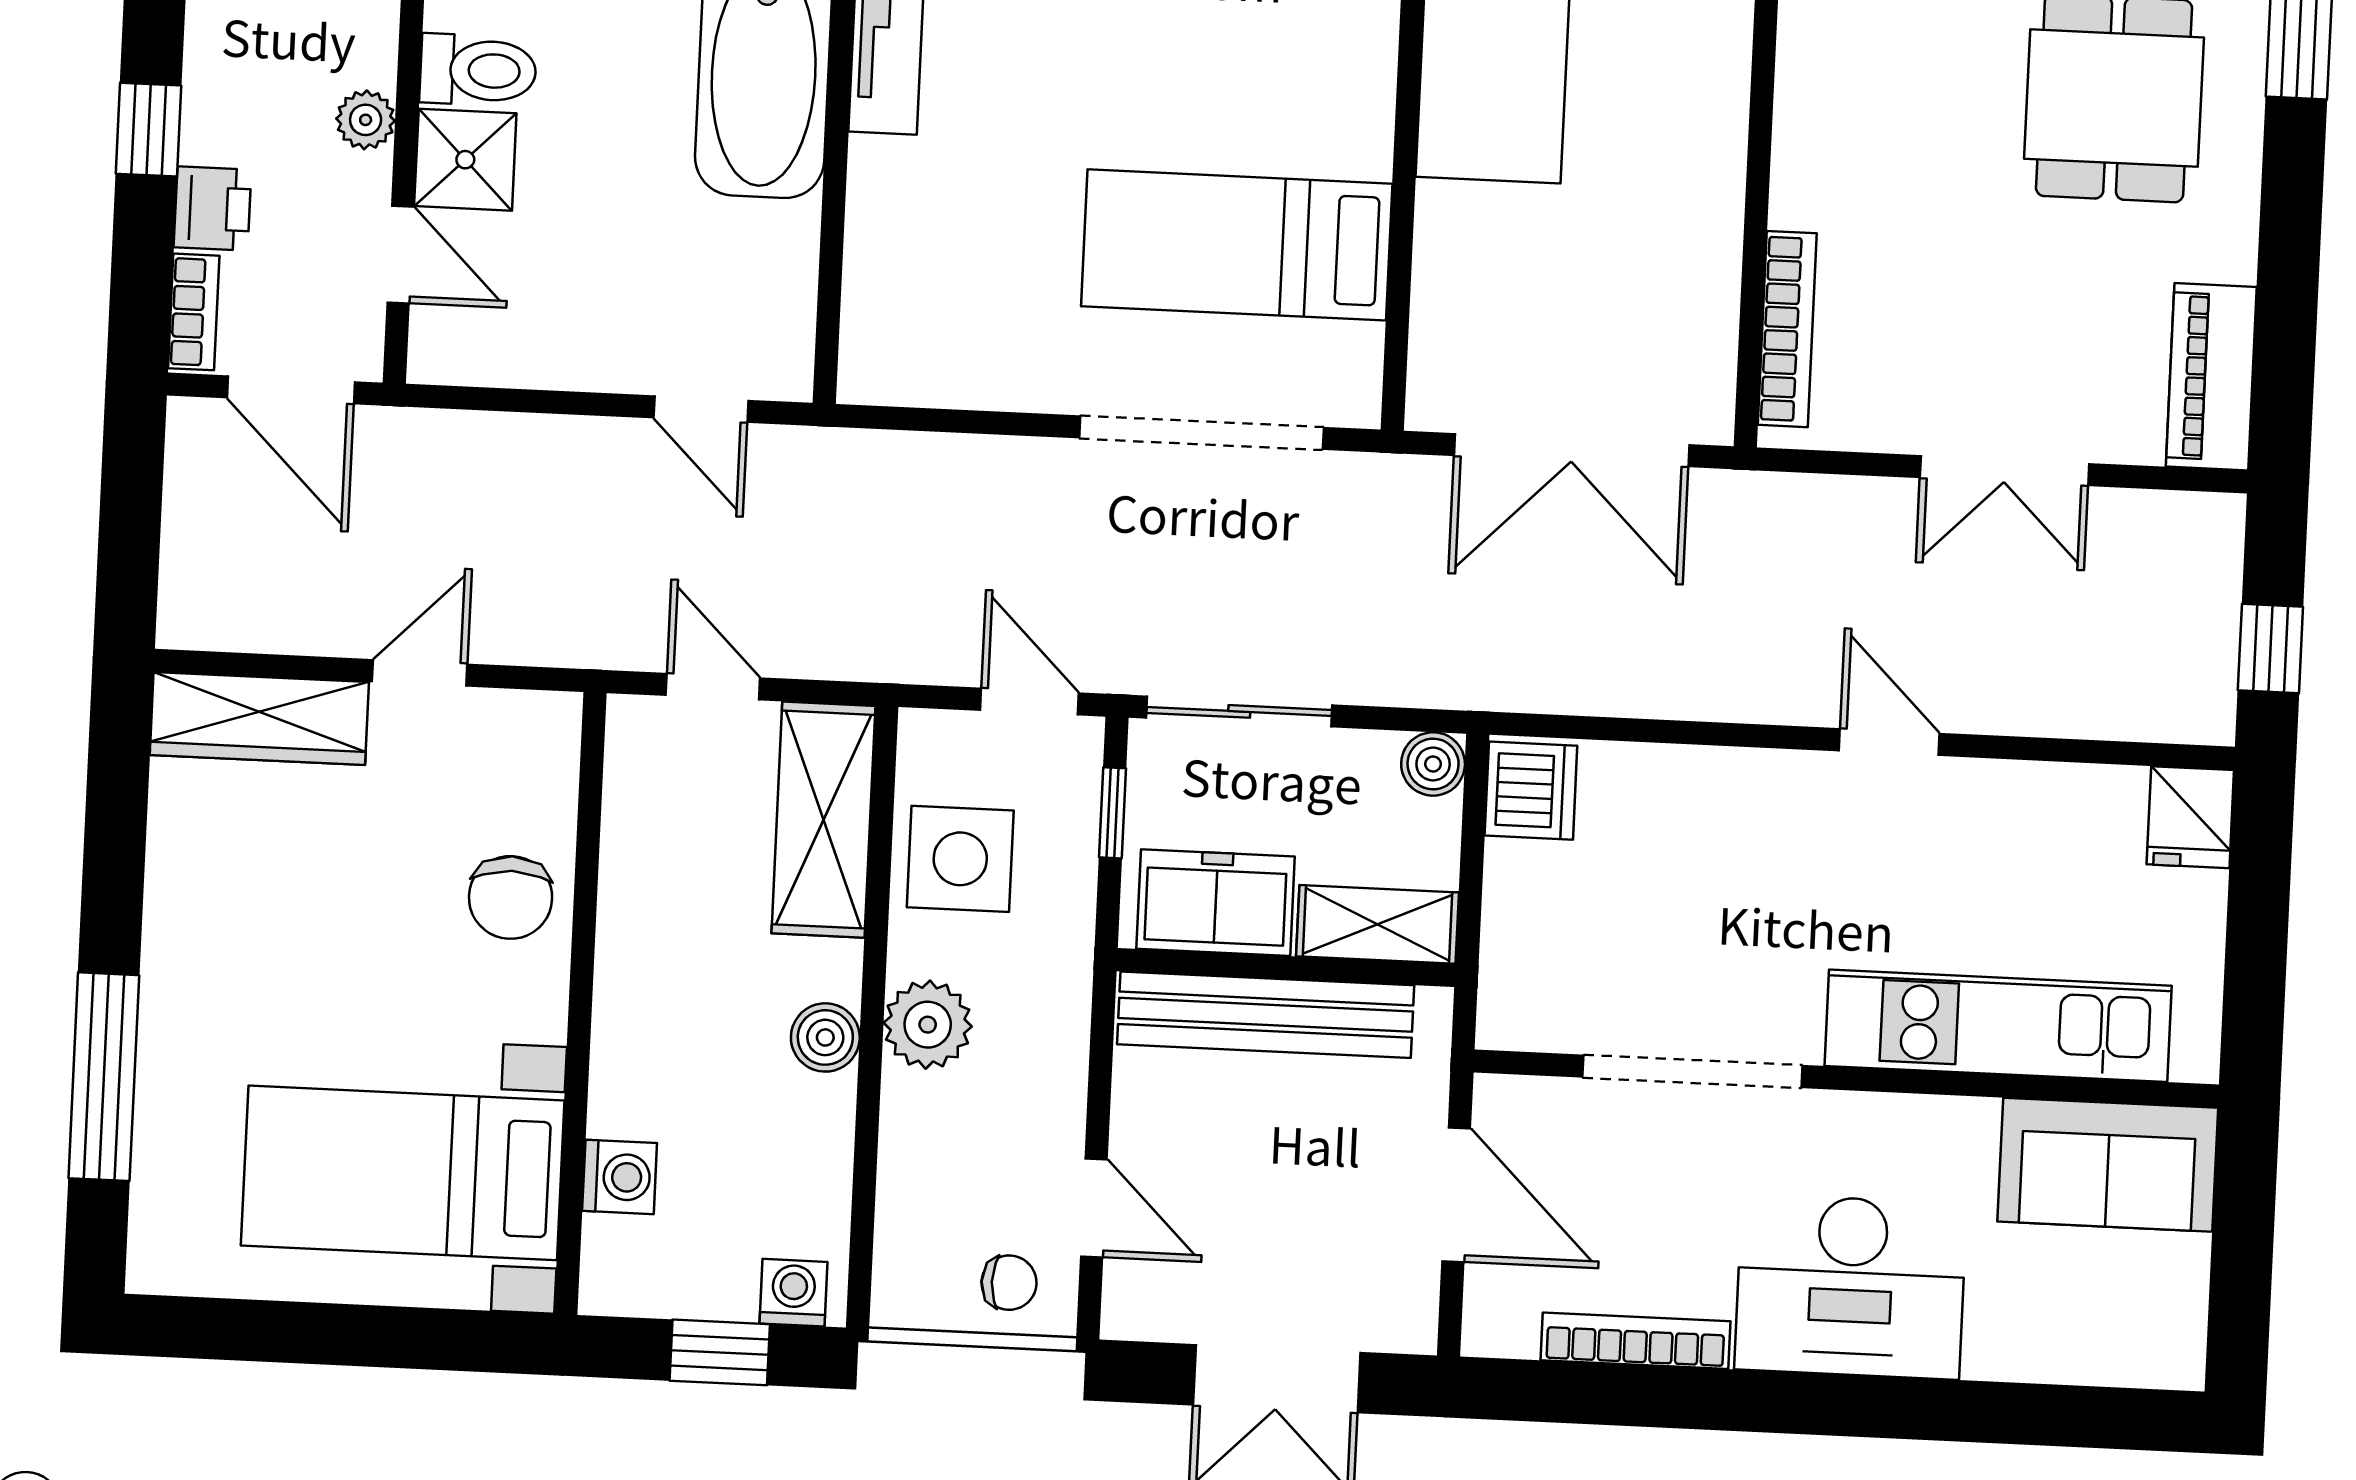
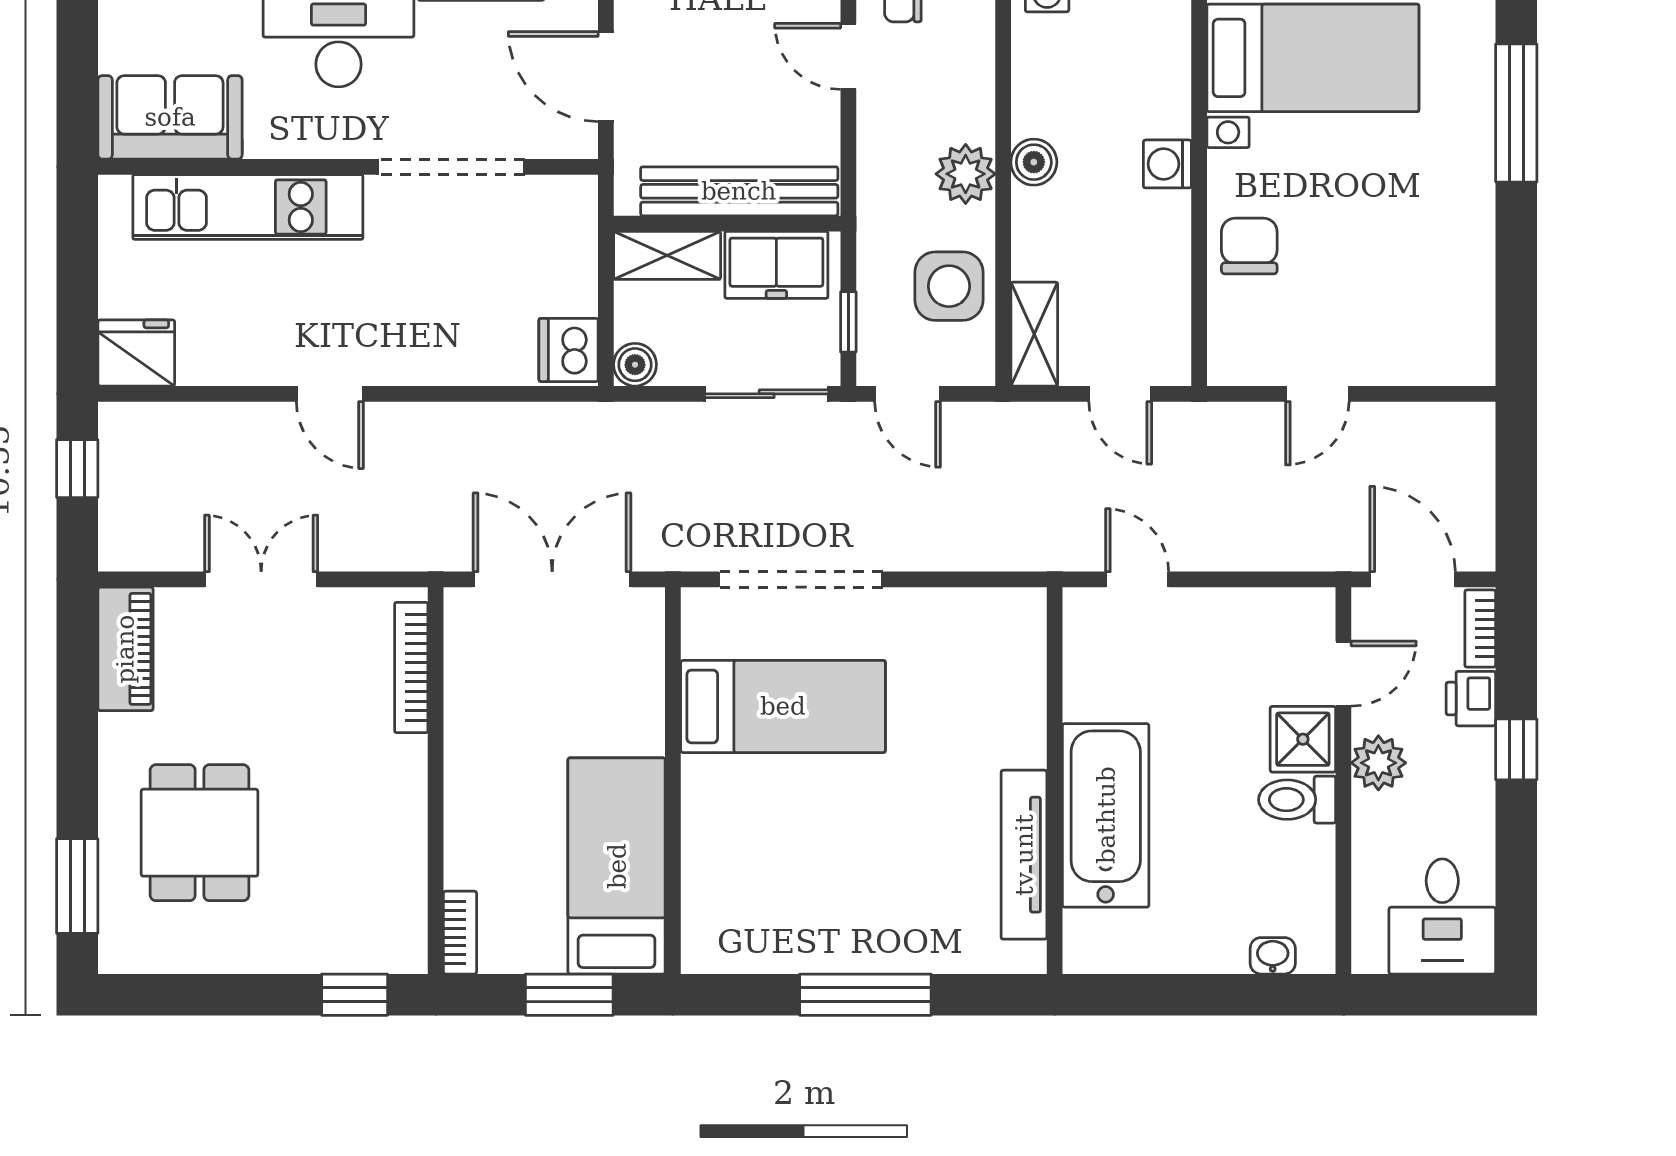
plant: (366, 120) -> (1378, 763), width x1.38, depth x1.38
door: (400, 254) -> (1343, 674), swing flipped
wardrobe: (259, 718) -> (1423, 358), removed
fridge: (2190, 817) -> (136, 353), width x1.38
shelving: (823, 820) -> (1034, 334), width x0.67, depth x0.75
washing machine: (620, 1177) -> (1167, 164), moved

